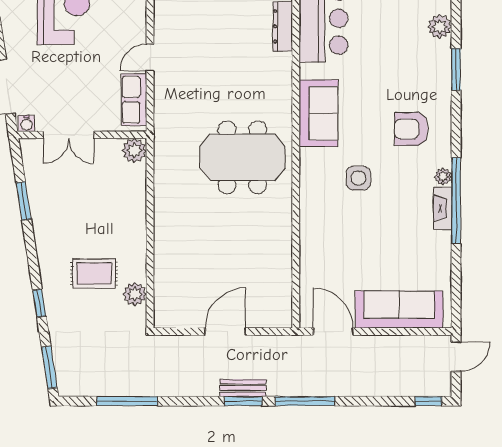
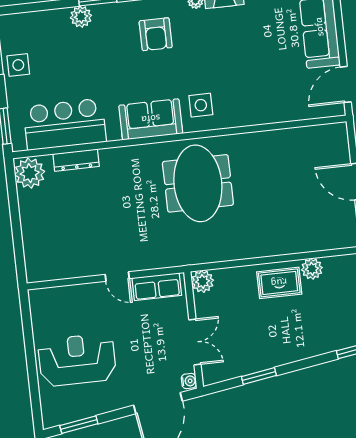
plant: (440, 27) -> (81, 17), moved
side table: (358, 178) -> (201, 105), moved
rug: (94, 274) -> (279, 283), moved, turned 90
plant: (135, 294) -> (312, 269), moved

